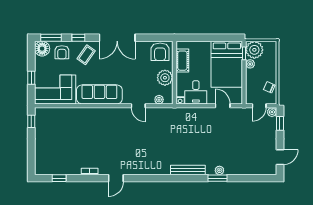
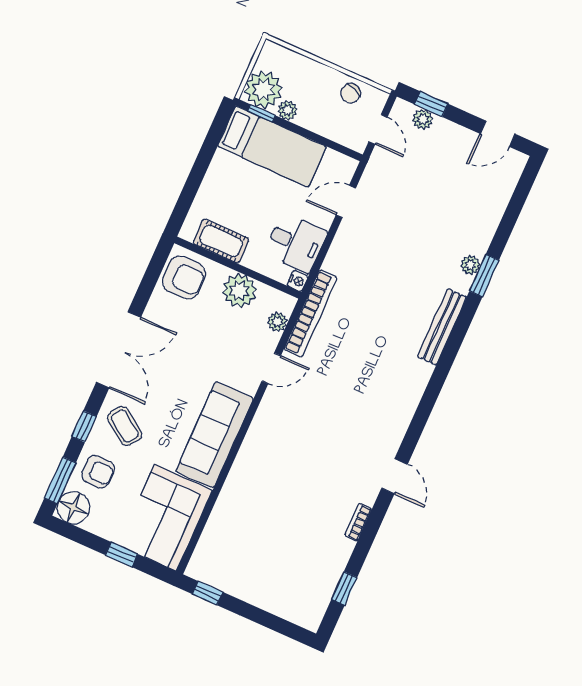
bed: (227, 64) -> (272, 146), width x0.67
bookcase: (169, 112) -> (311, 314), added
plant: (272, 112) -> (423, 119), moved
door: (280, 157) -> (498, 134), swing flipped

